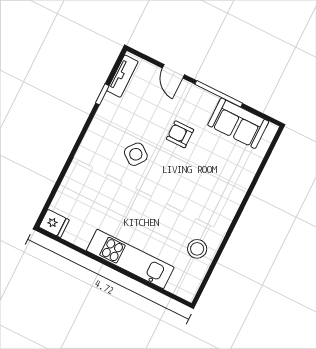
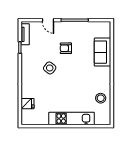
sofa: (238, 123) -> (103, 52), moved, turned 90
fridge: (54, 223) -> (27, 104), moved

